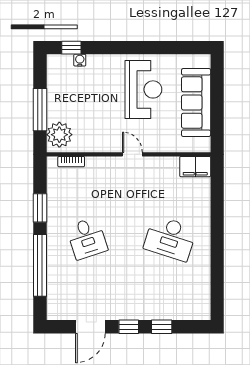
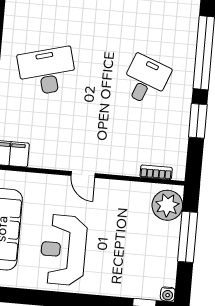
water cooler: (80, 60) -> (168, 294), moved
desk: (87, 238) -> (145, 80), turned 39
desk: (170, 238) -> (47, 71), turned -33

